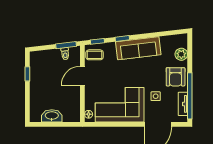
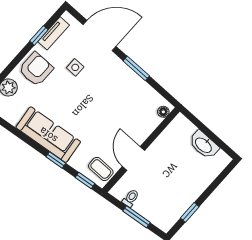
window: (66, 45) -> (136, 217), moved
door: (82, 76) -> (133, 158), swing flipped
window: (190, 96) -> (39, 35), width x0.32
corner sofa: (120, 105) -> (121, 93), removed
window: (123, 124) -> (136, 68), added

